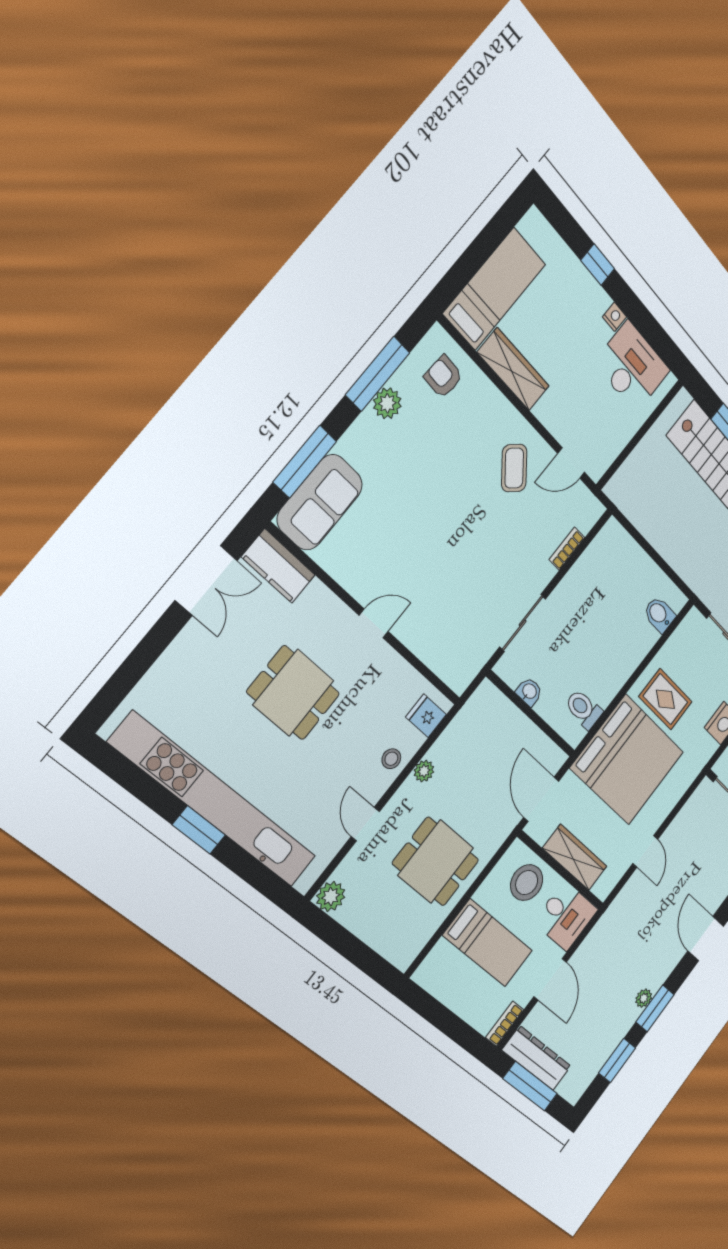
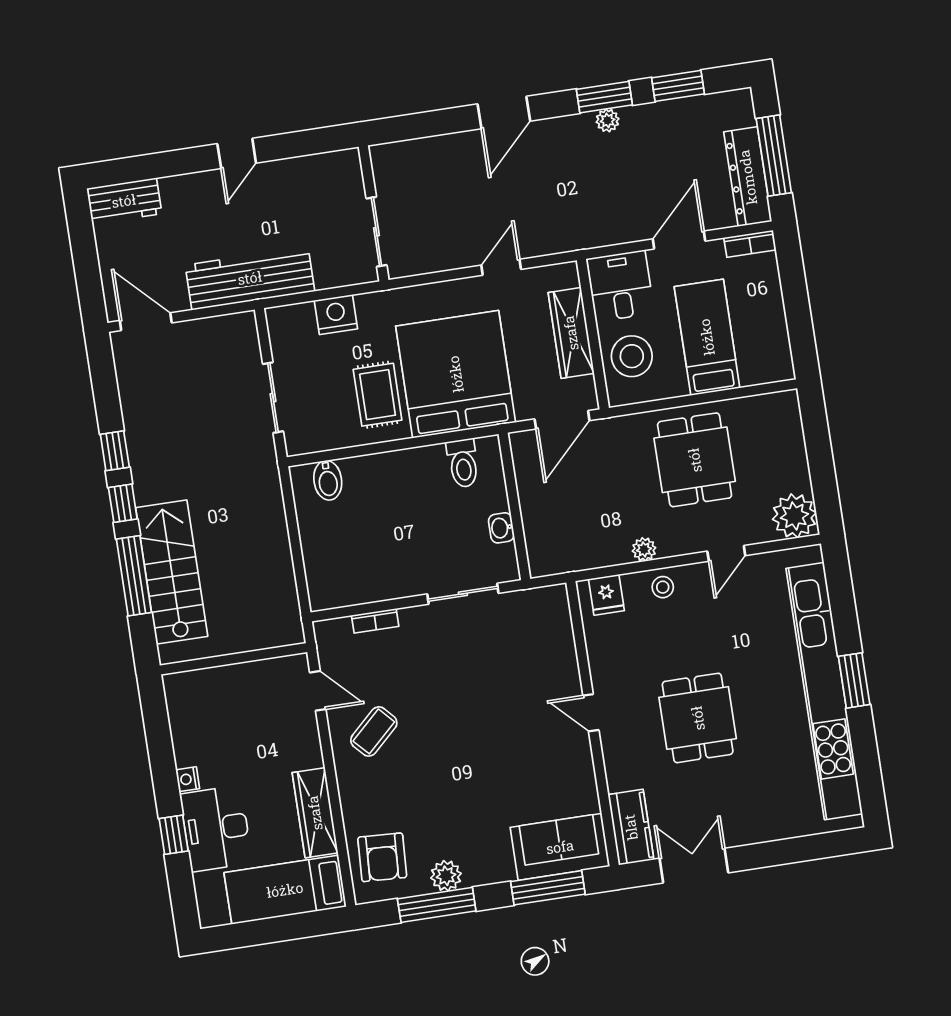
desk: (632, 367) -> (216, 828), moved
armchair: (443, 377) -> (382, 857), width x1.38, depth x1.38
plant: (331, 896) -> (794, 516), width x1.36, depth x1.36

